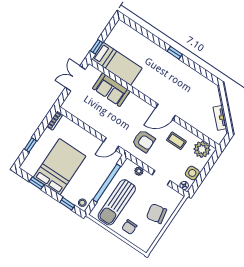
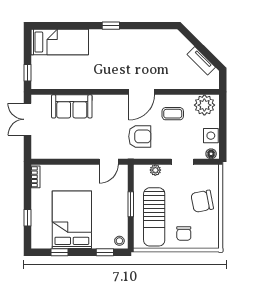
bed: (117, 64) -> (60, 42), moved
window: (107, 183) -> (131, 204), width x0.47

